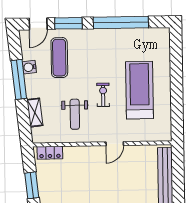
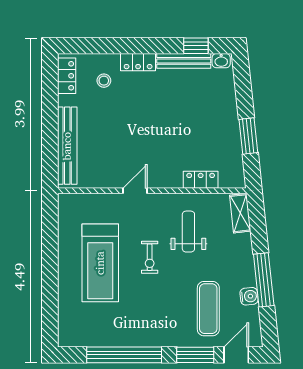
shelving: (35, 113) -> (240, 213), moved
locker: (50, 153) -> (201, 180), moved

